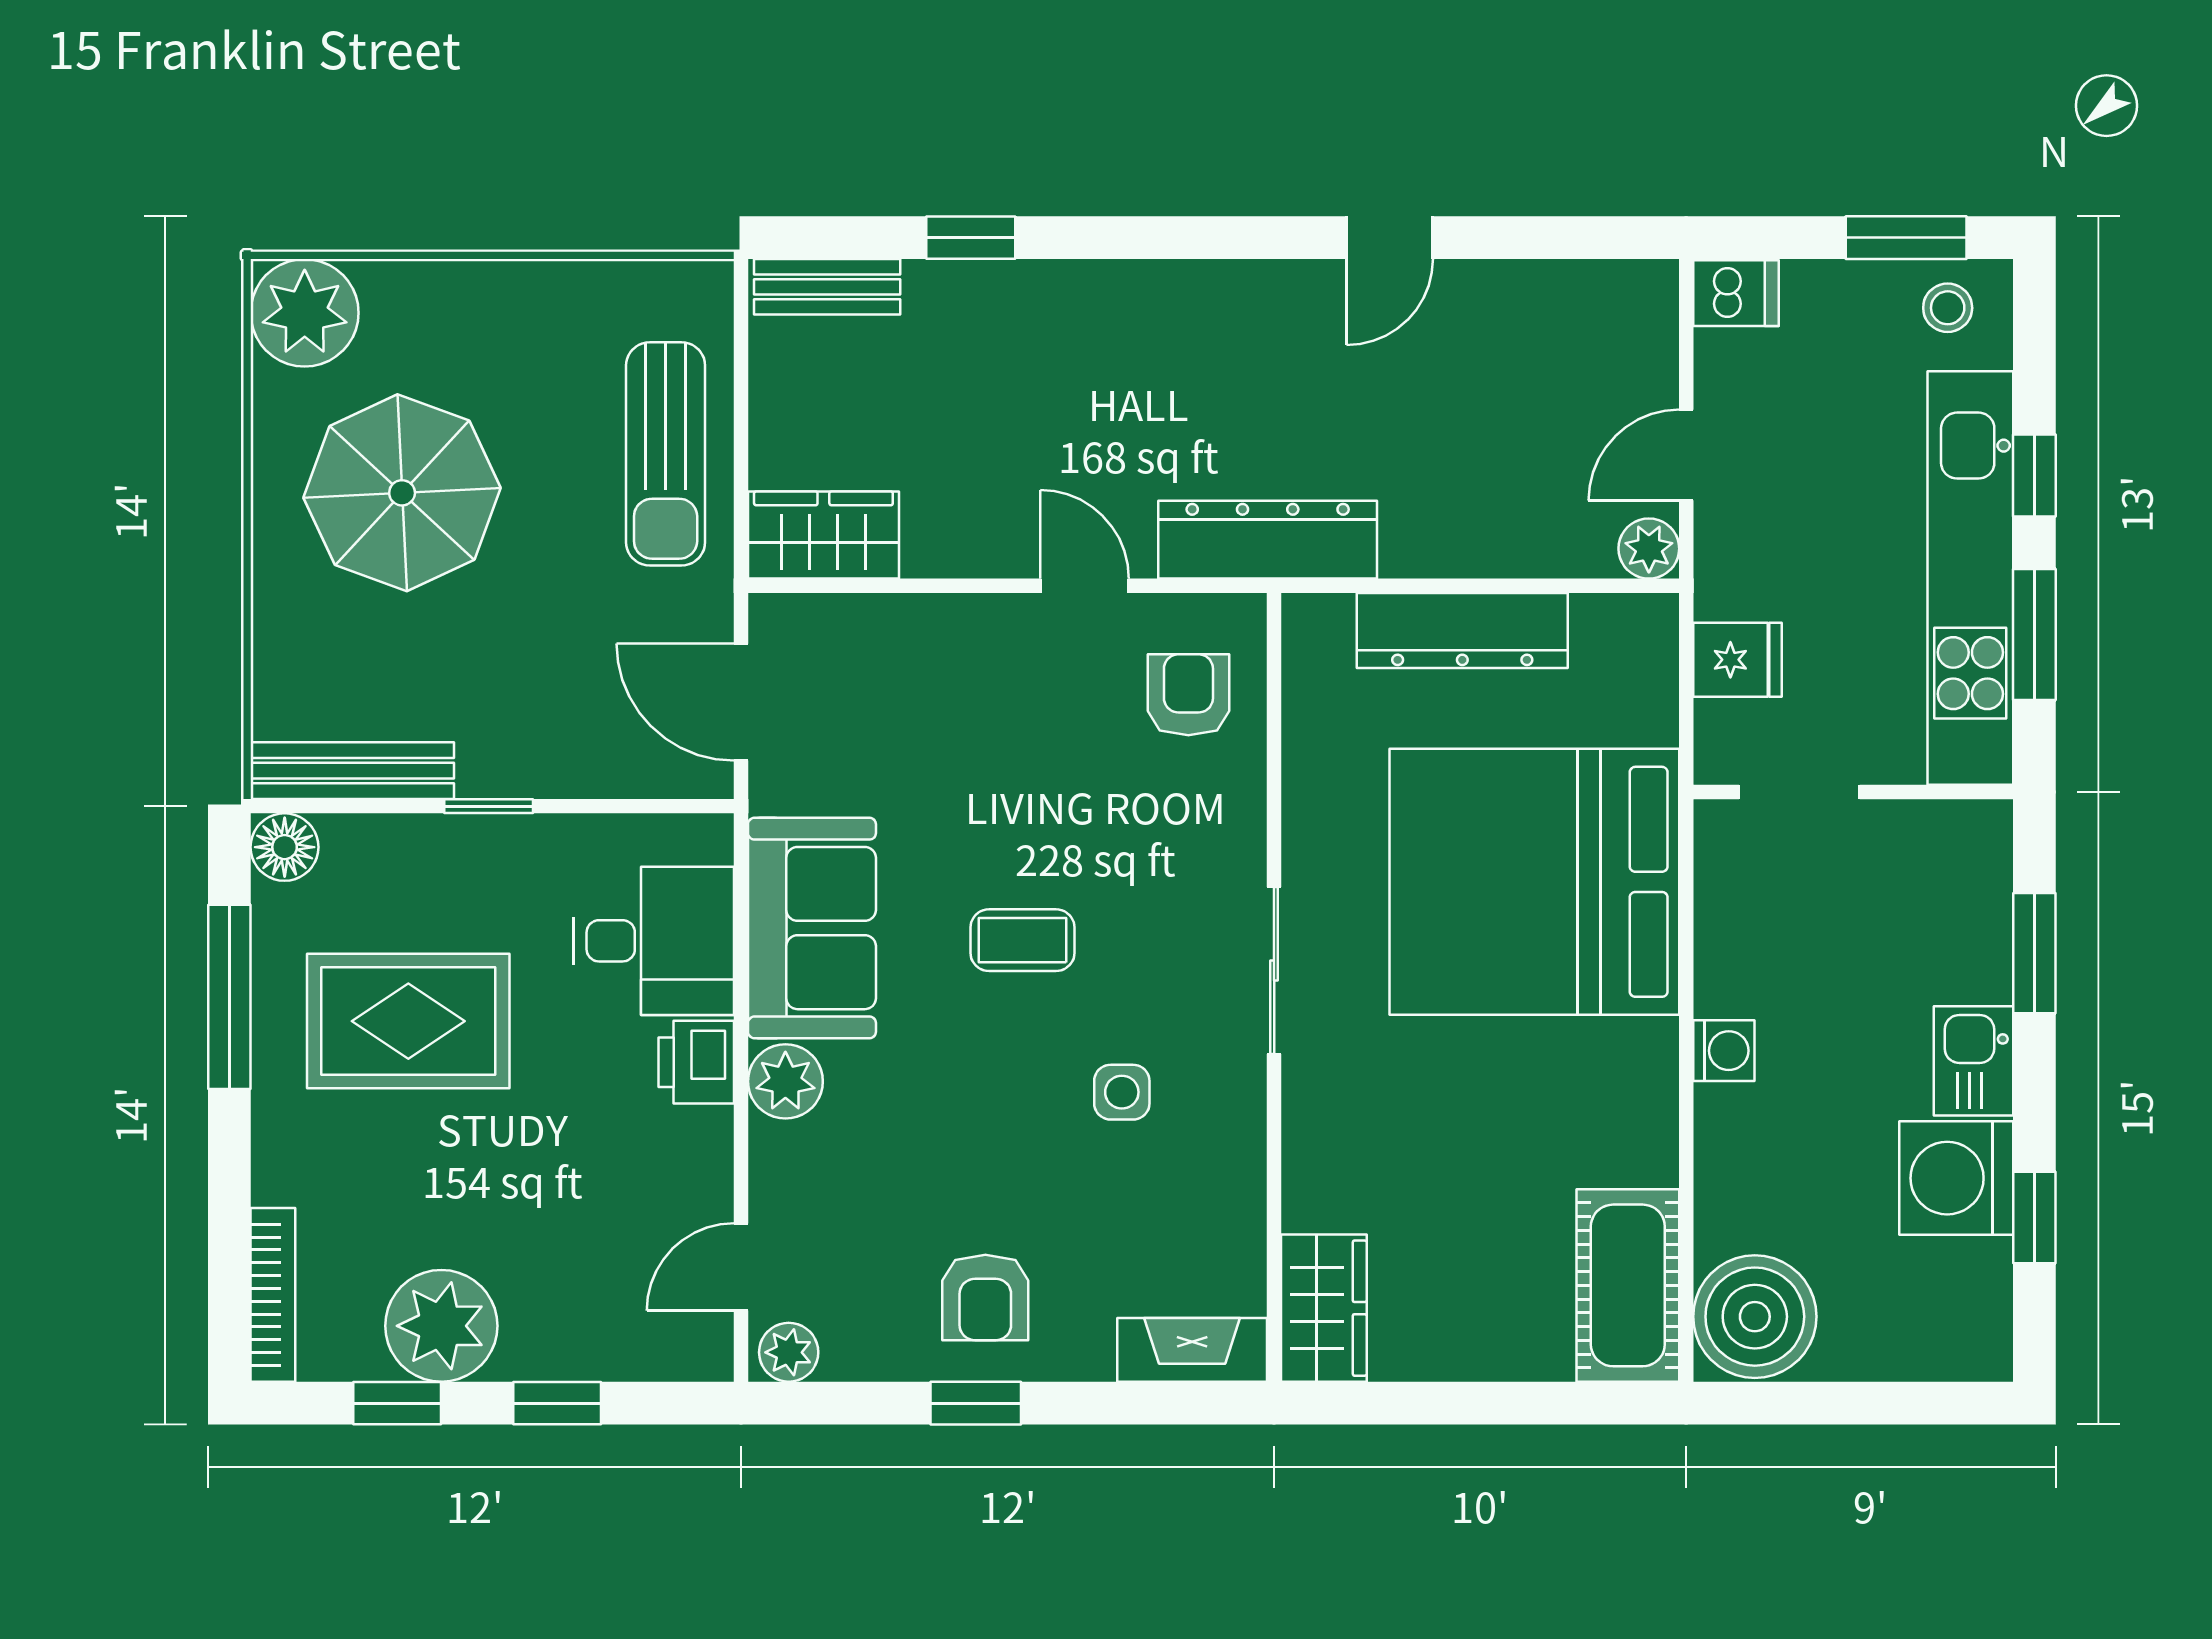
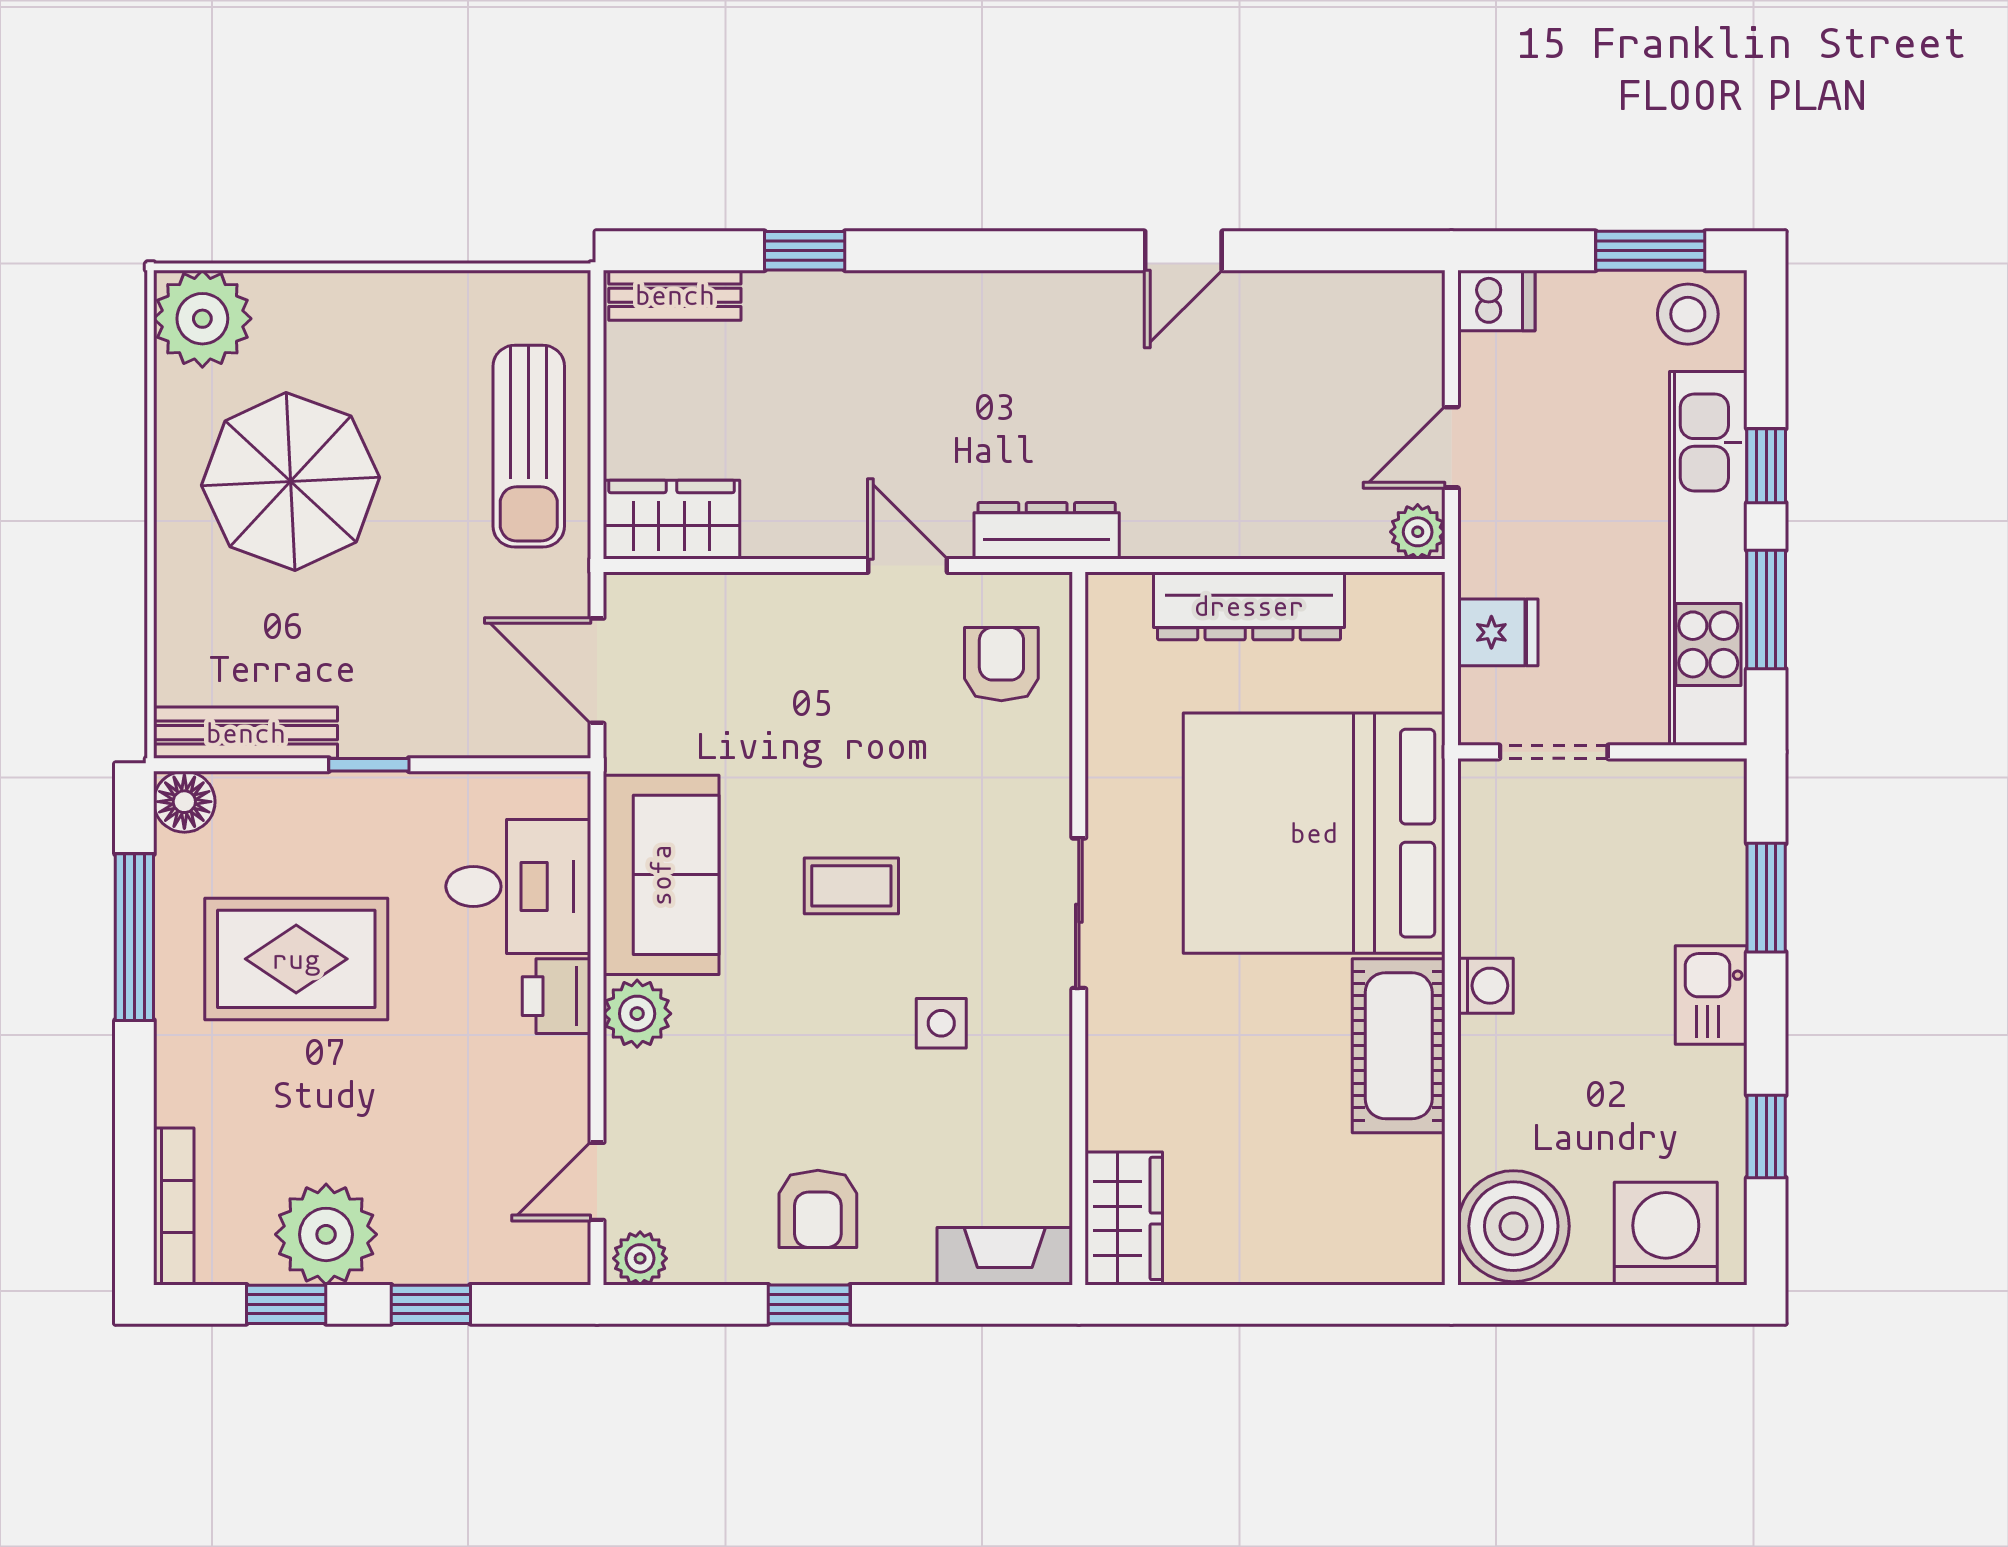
stool: (1948, 308) -> (1688, 314), width x1.37, depth x1.37
dresser: (1268, 540) -> (1047, 531), width x0.73, depth x0.80
washing machine: (1956, 1178) -> (1666, 1234), moved, turned 90
cot: (1628, 1285) -> (1399, 1046), moved

